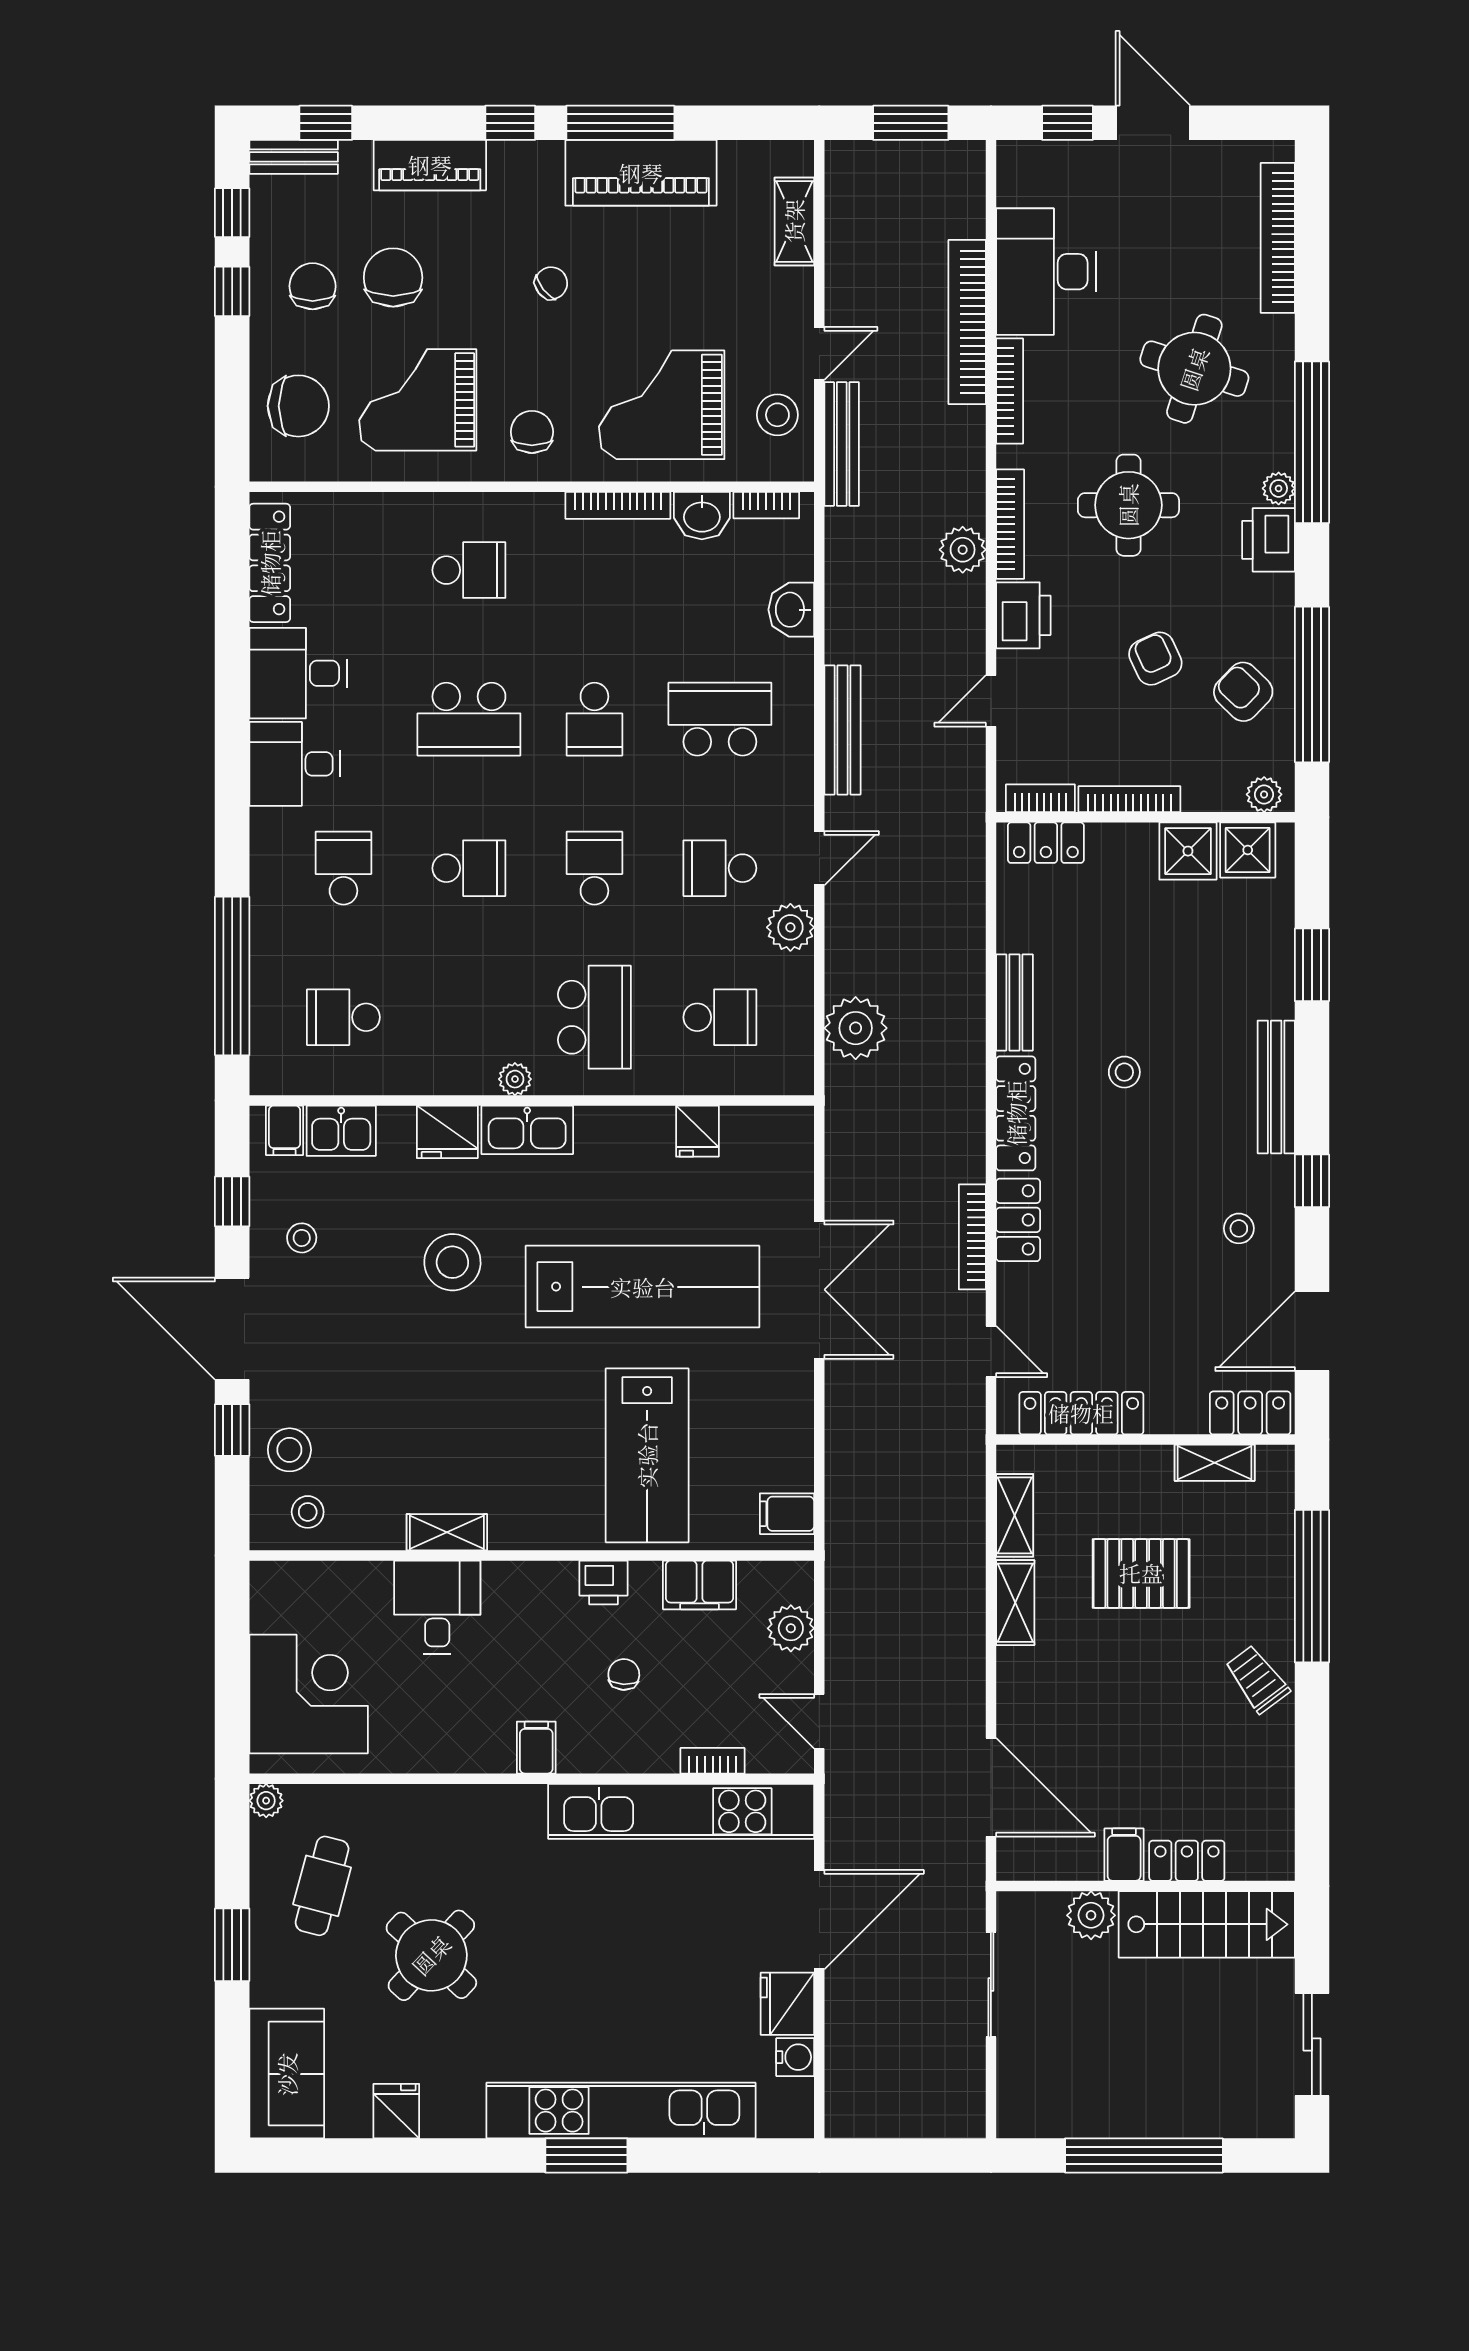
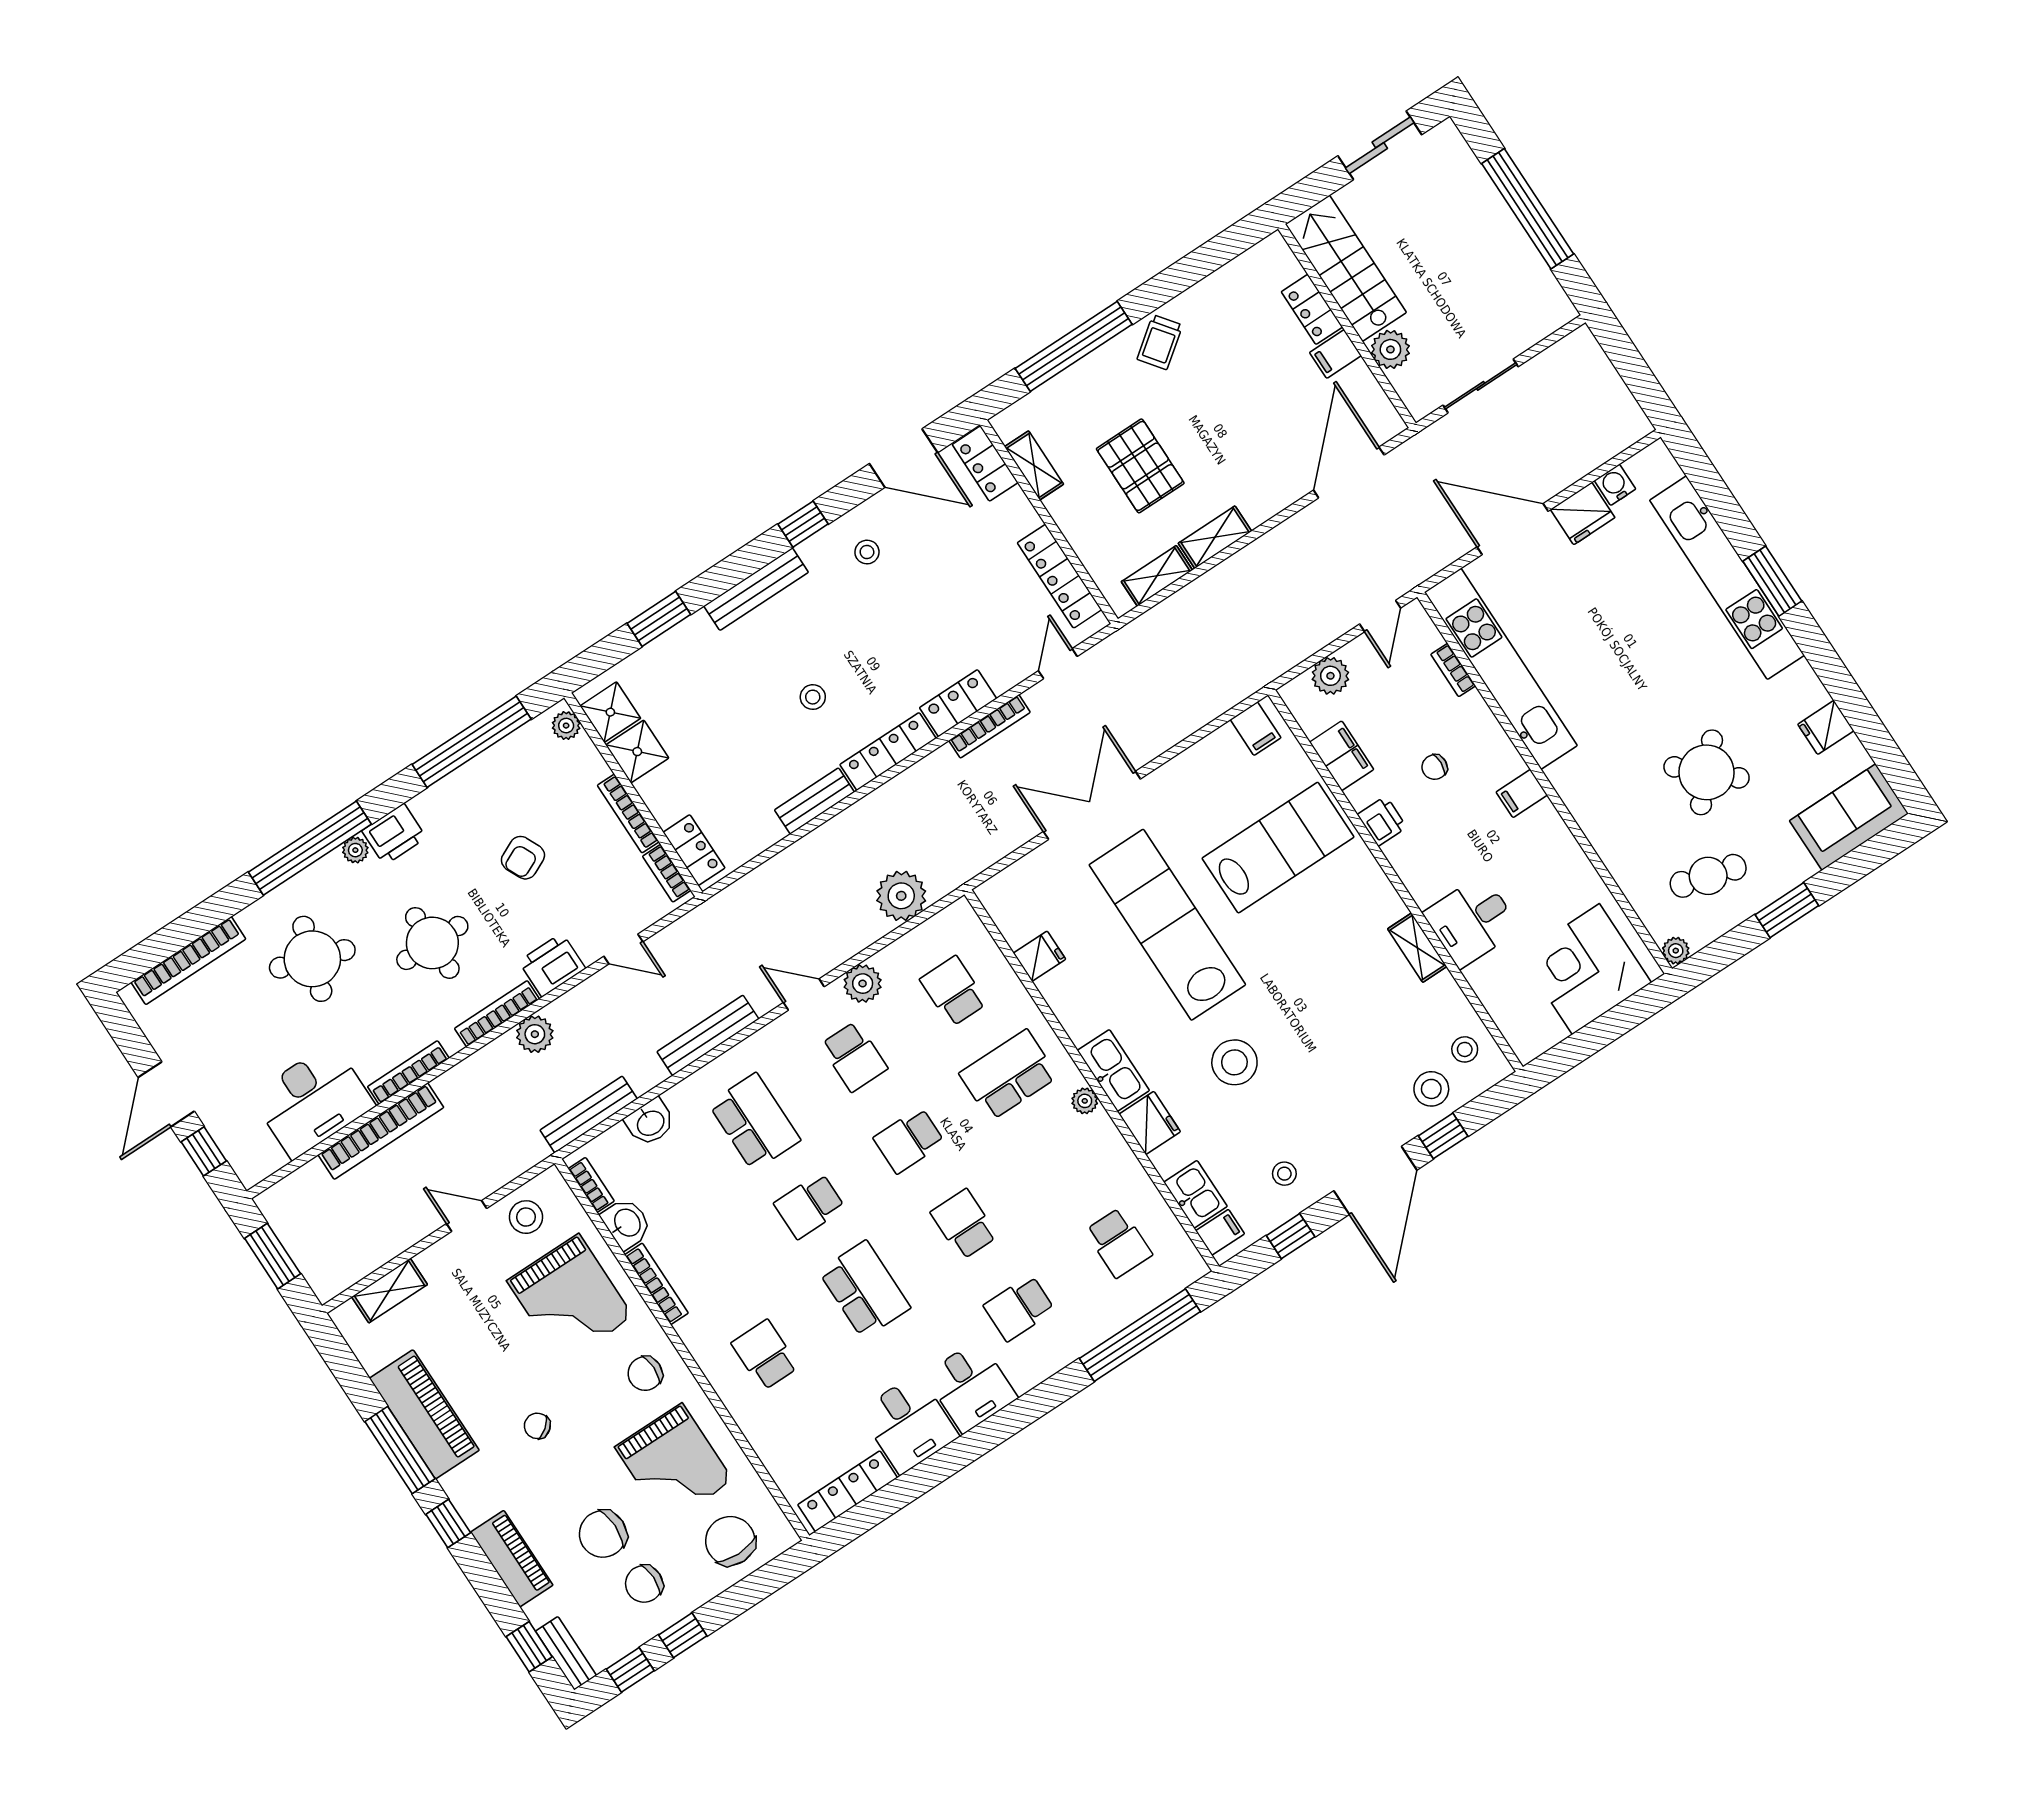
bench: (842, 444) -> (589, 1114), moved
armchair: (1243, 692) -> (507, 785), removed
school desk: (594, 719) -> (810, 1206), turned 180
school desk: (720, 719) -> (754, 1122), turned 180

